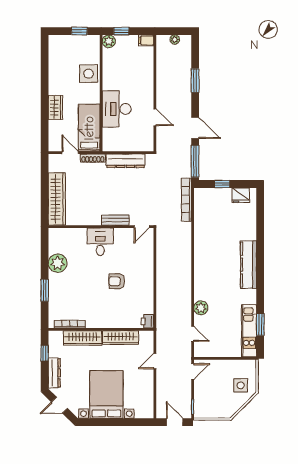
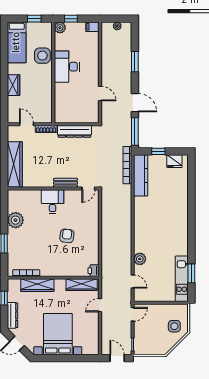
desk: (117, 109) -> (67, 67), moved
bed: (89, 128) -> (17, 42), moved, turned 180
kitchen counter: (248, 265) -> (141, 175), moved, turned 180
armchair: (117, 281) -> (67, 236), turned 96
wardrobe: (121, 338) -> (82, 285), moved

